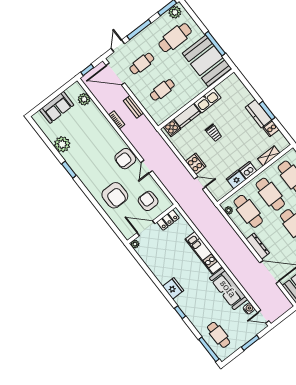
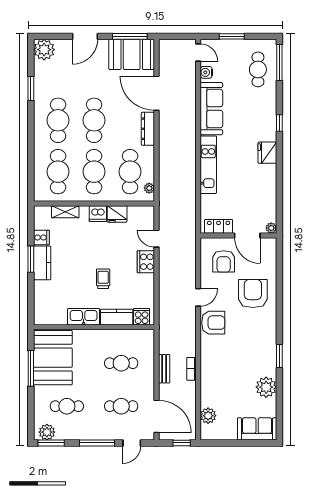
cafe table: (175, 38) -> (67, 406), width x0.73, depth x0.74
sofa: (57, 107) -> (257, 429), moved

